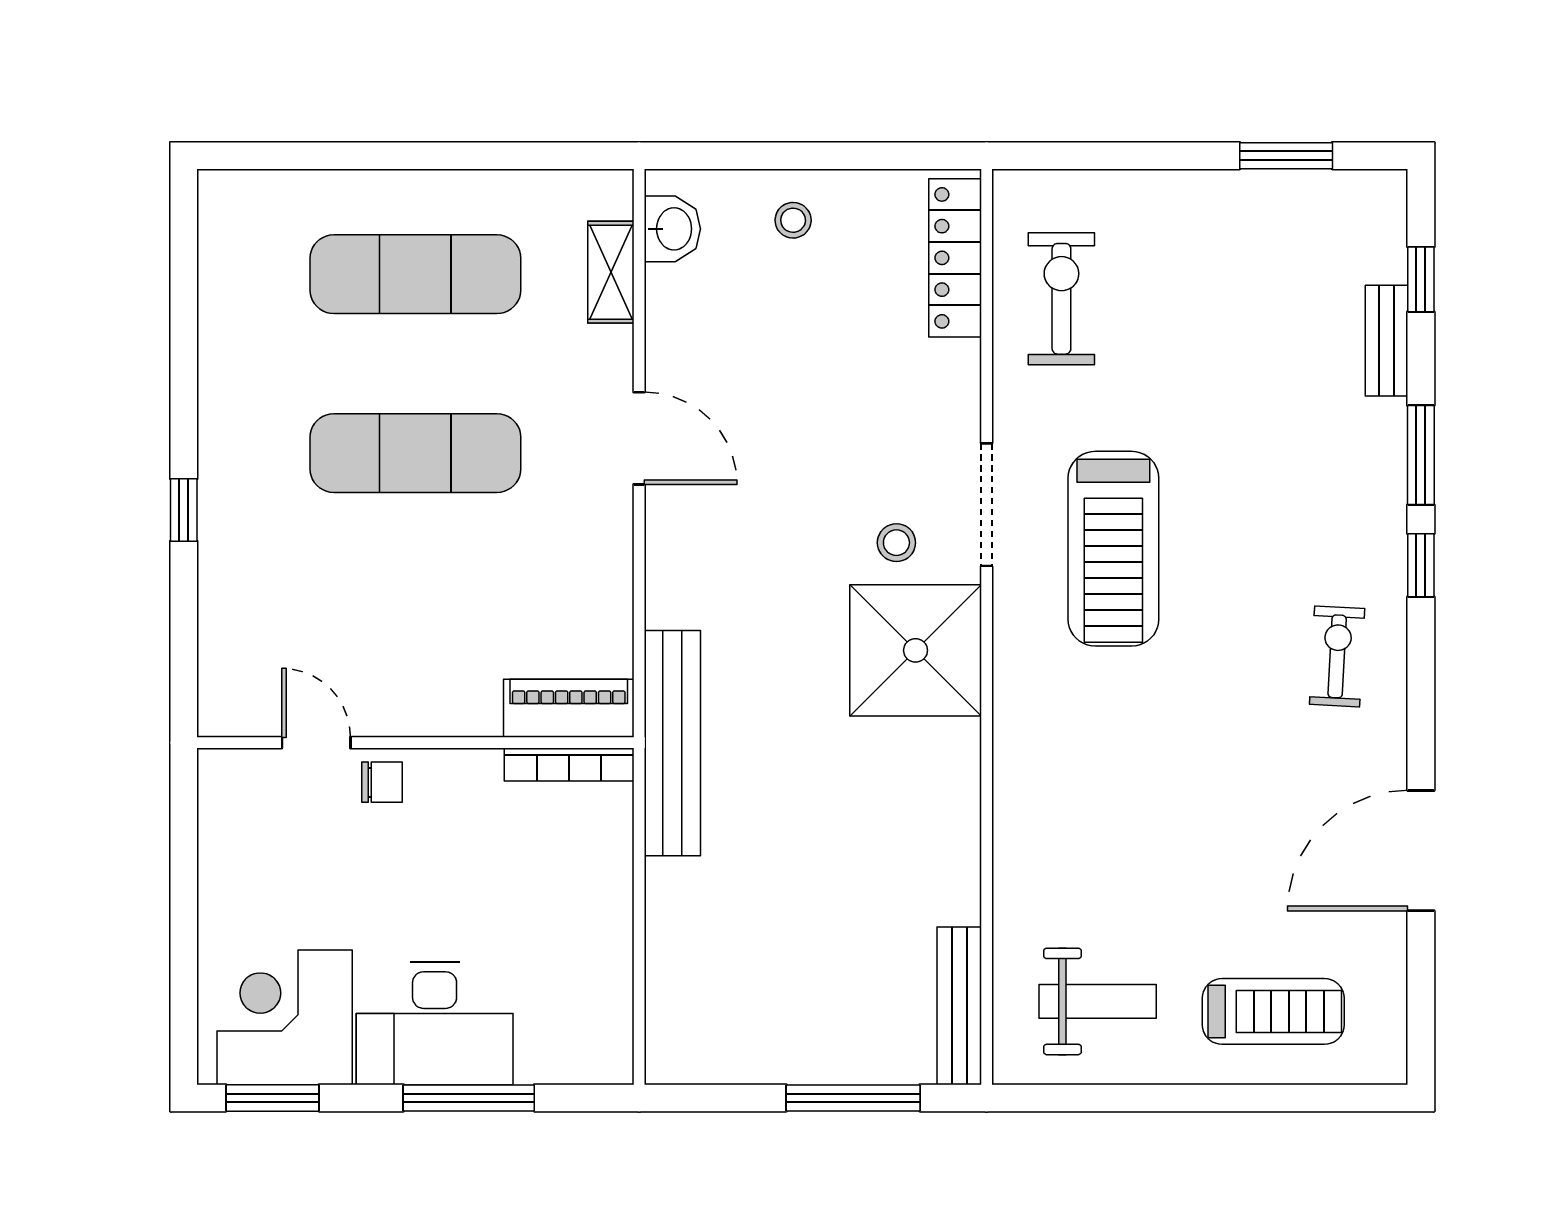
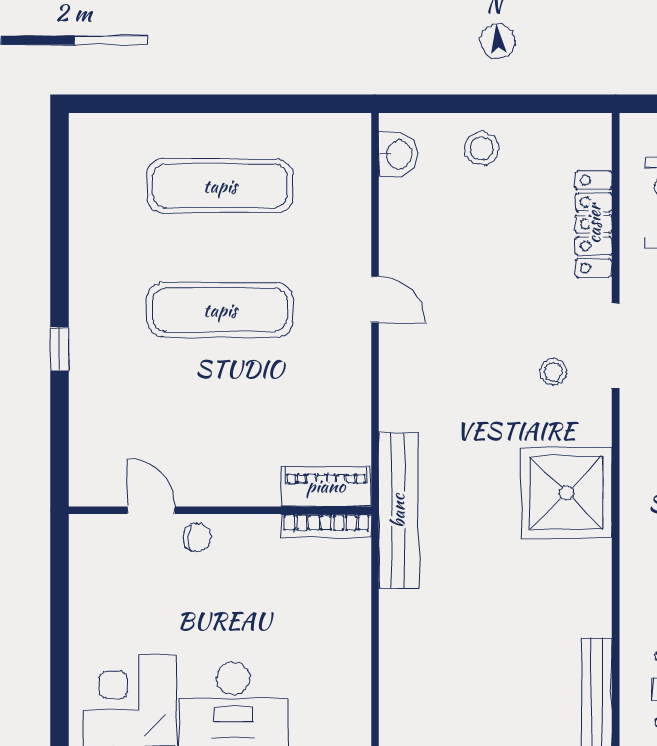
stool: (793, 220) -> (482, 148), width x1.37, depth x1.37
locker: (955, 258) -> (594, 224), moved
shelving: (611, 272) -> (355, 184), removed
door: (639, 438) -> (375, 299), width x0.73
shower: (916, 650) -> (566, 493), moved

